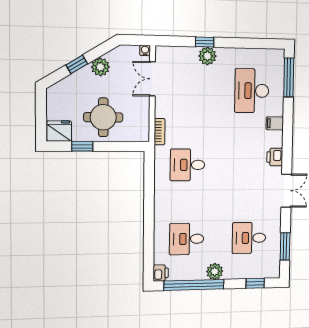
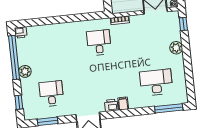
window: (205, 42) -> (183, 24), moved
filing cabinet: (275, 123) -> (123, 104), moved
desk: (187, 239) -> (47, 48), removed

